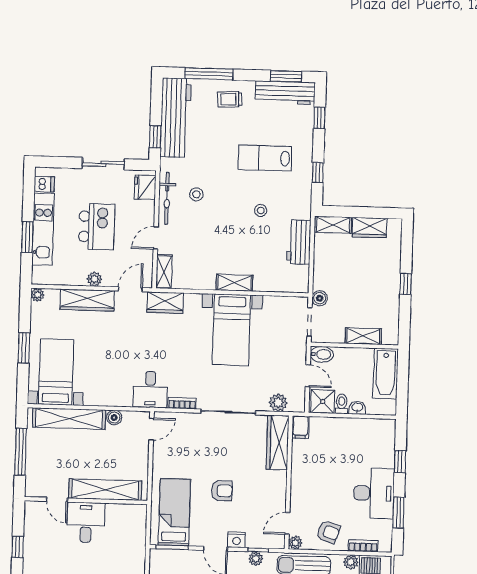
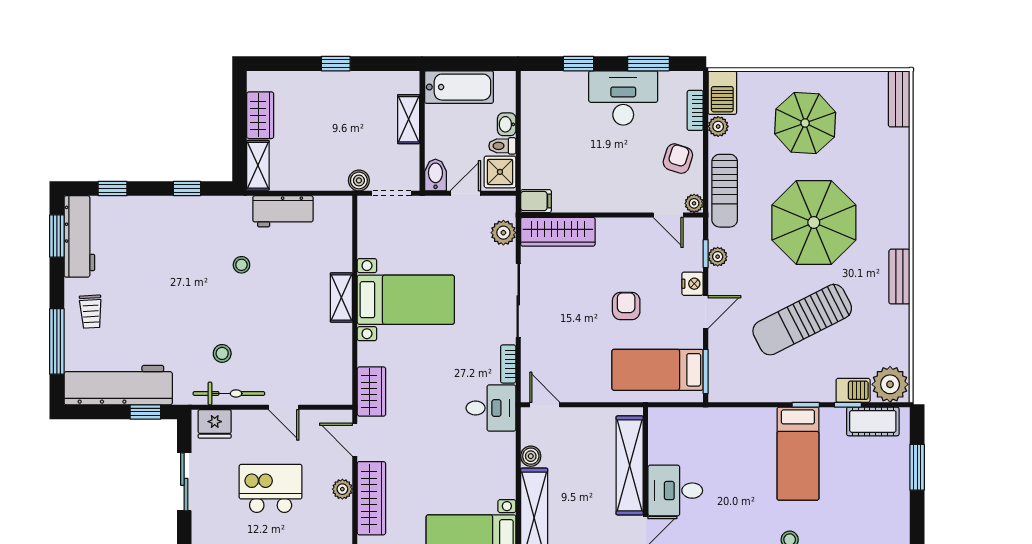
lab bench: (265, 158) -> (170, 261), removed
shelving: (164, 272) -> (329, 394), removed

